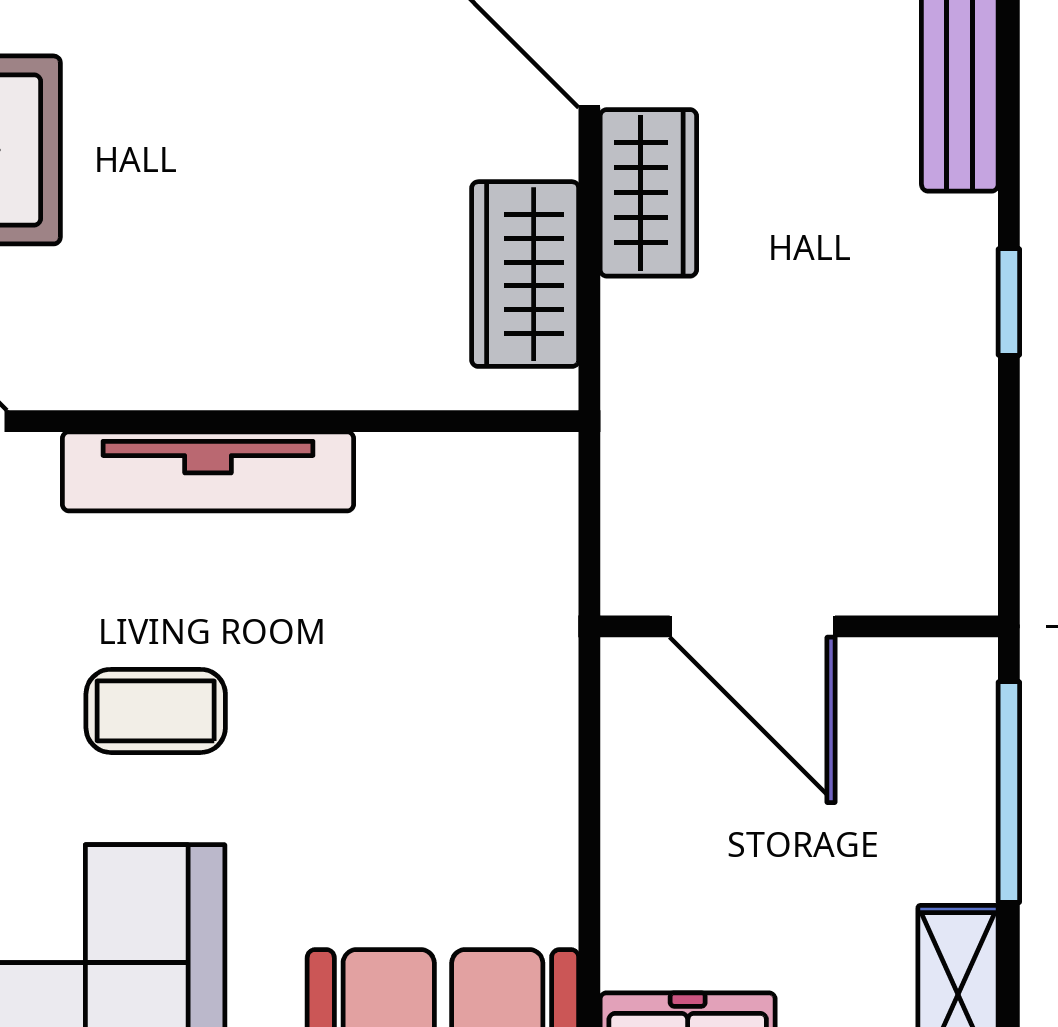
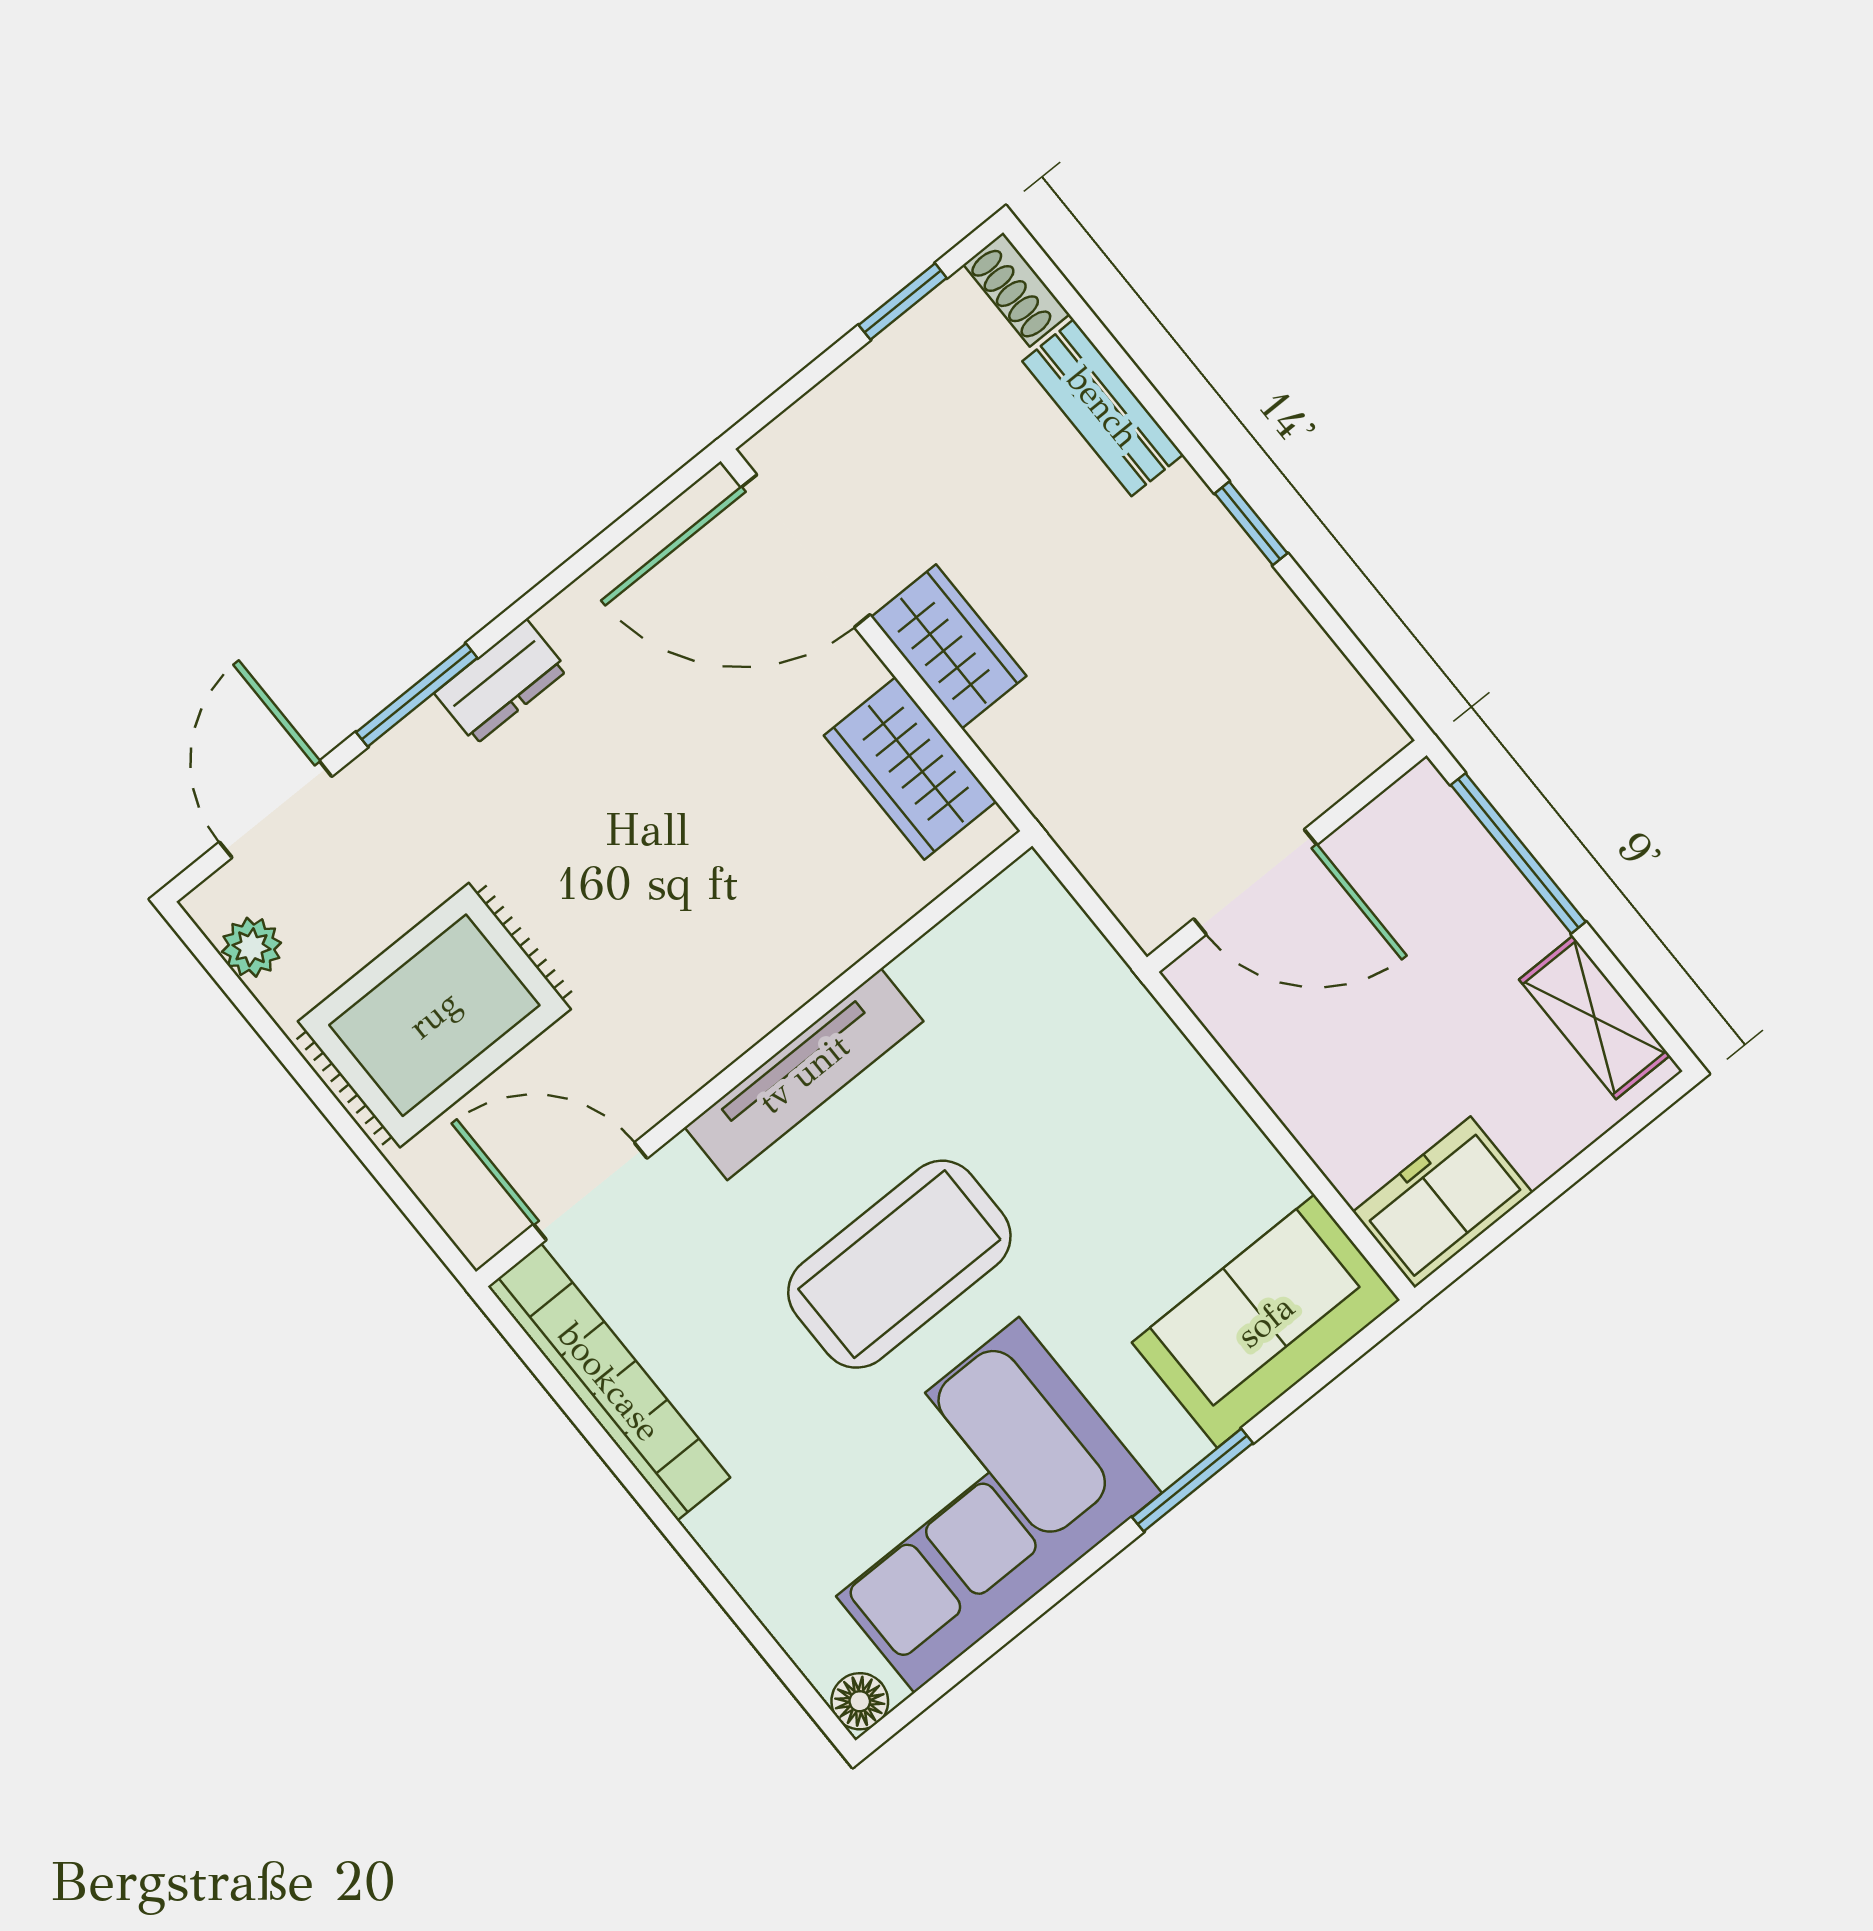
coffee table: (156, 711) -> (899, 1264), width x1.86, depth x1.72

